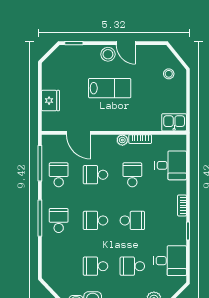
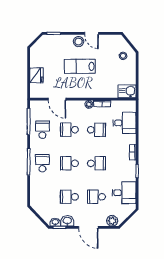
lab bench: (110, 88) -> (80, 66), turned 180
school desk: (132, 175) -> (96, 130), turned 90

